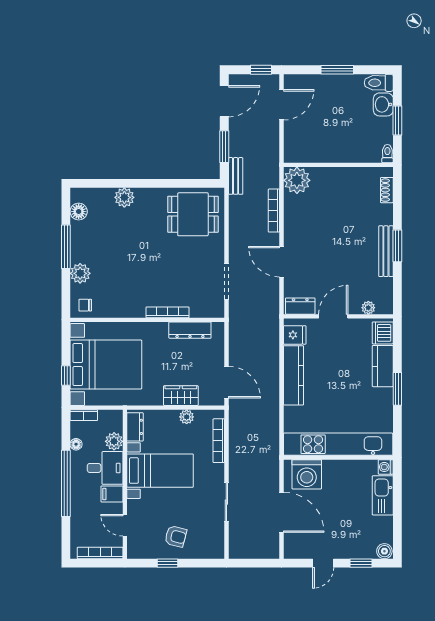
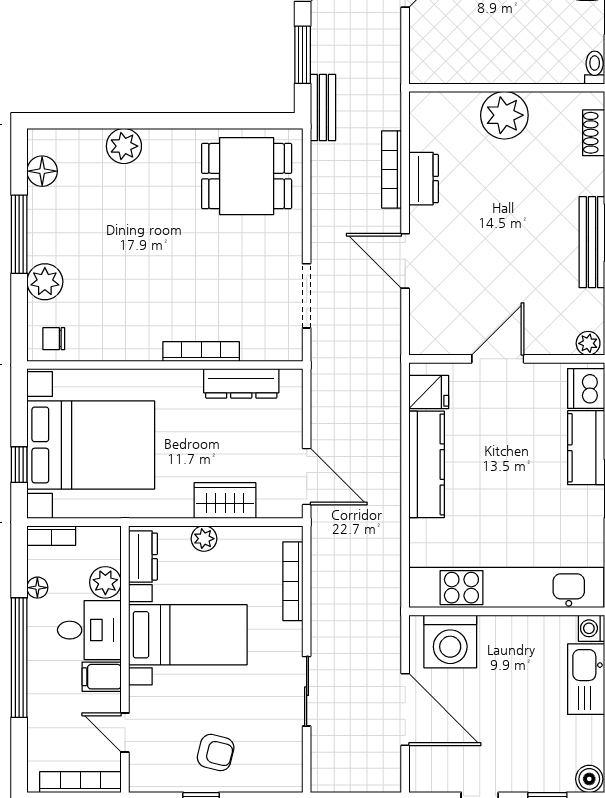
plant: (297, 180) -> (504, 115), moved
dresser: (300, 306) -> (424, 179), moved, turned 90
plant: (368, 308) -> (588, 343), moved
plant: (187, 417) -> (204, 539), moved

